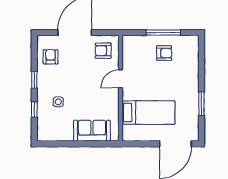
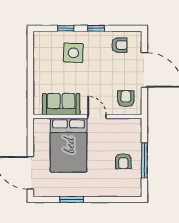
side table: (58, 102) -> (73, 53), width x1.87, depth x1.87
bed: (148, 113) -> (69, 145), width x1.50
sofa: (92, 131) -> (61, 104), moved, turned -90

